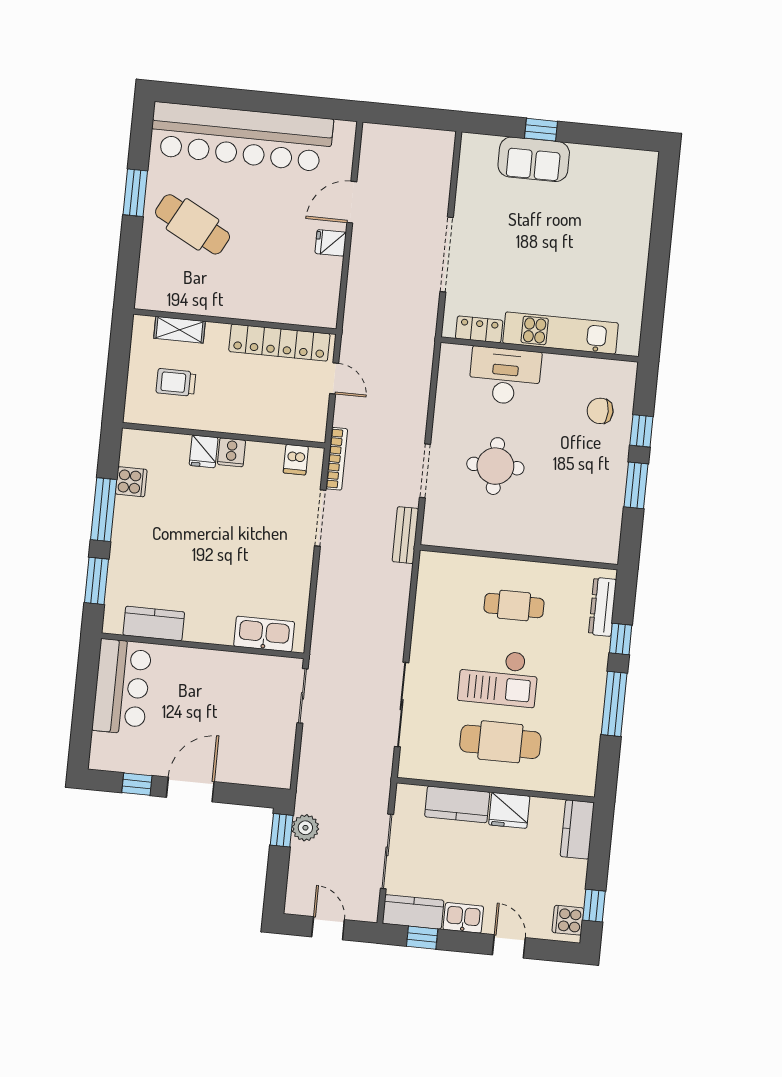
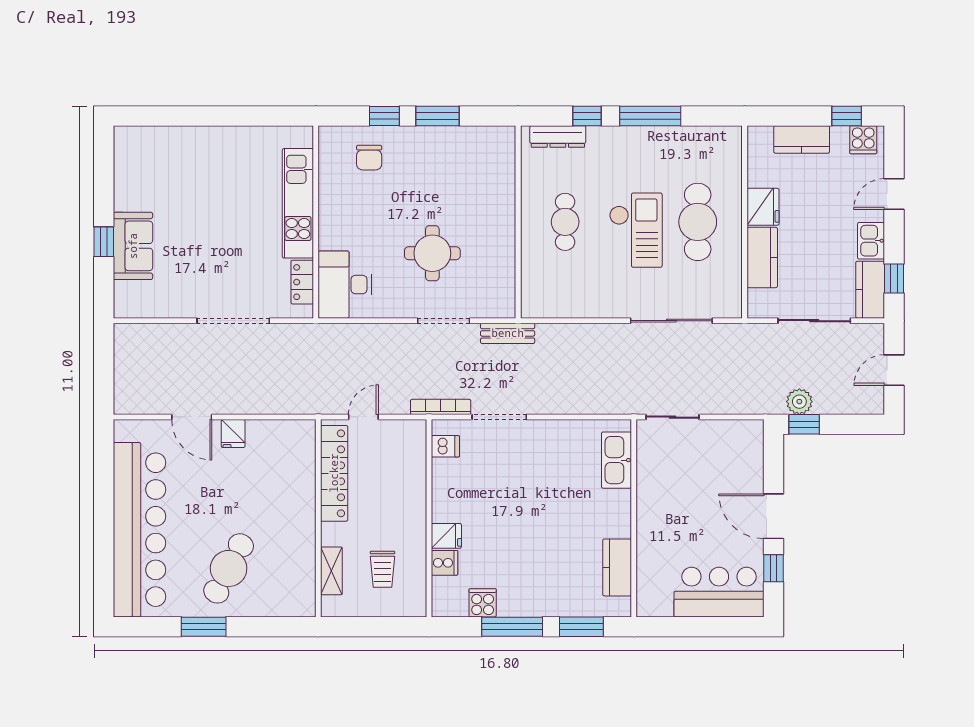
desk: (505, 376) -> (345, 285), moved
cooker: (231, 452) -> (445, 563), moved
bar counter: (122, 687) -> (719, 592), moved
kitchen counter: (577, 829) -> (802, 139), moved

